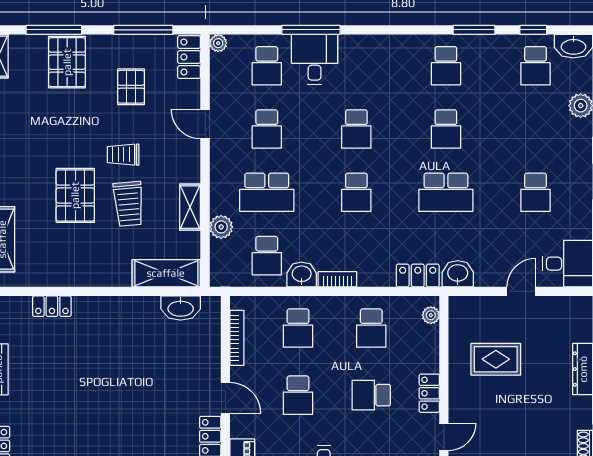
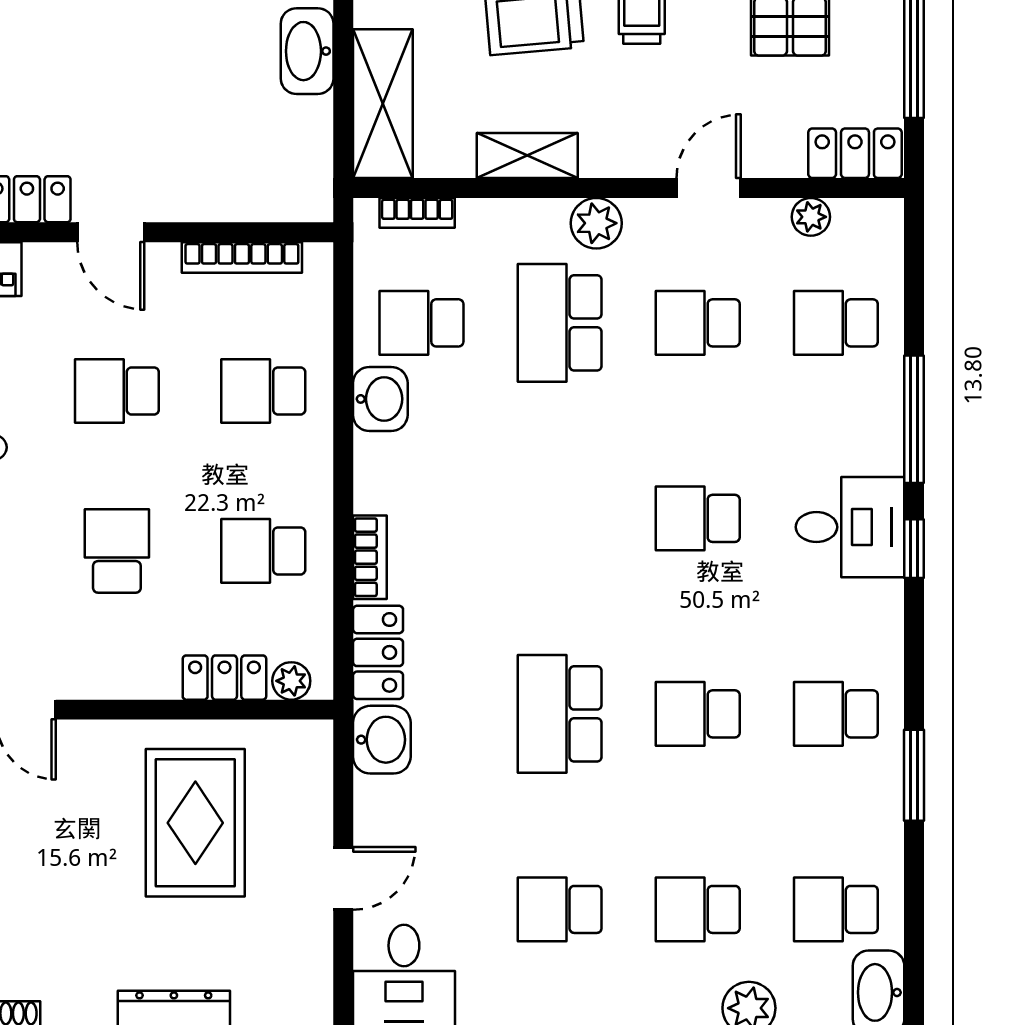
window: (533, 30) -> (914, 549), moved
plant: (218, 43) -> (811, 217), moved
desk: (315, 59) -> (850, 527), moved
school desk: (356, 192) -> (698, 909), moved
plant: (221, 227) -> (596, 223), moved
bookcase: (216, 258) -> (417, 213), added
bookcase: (337, 279) -> (370, 557), moved
door: (521, 291) -> (343, 878), hinge flipped
washbasin: (181, 308) -> (307, 51), moved
rug: (496, 359) -> (195, 823), width x1.36, depth x1.43
locker: (429, 393) -> (224, 678), moved
door: (225, 398) -> (111, 232), hinge flipped

